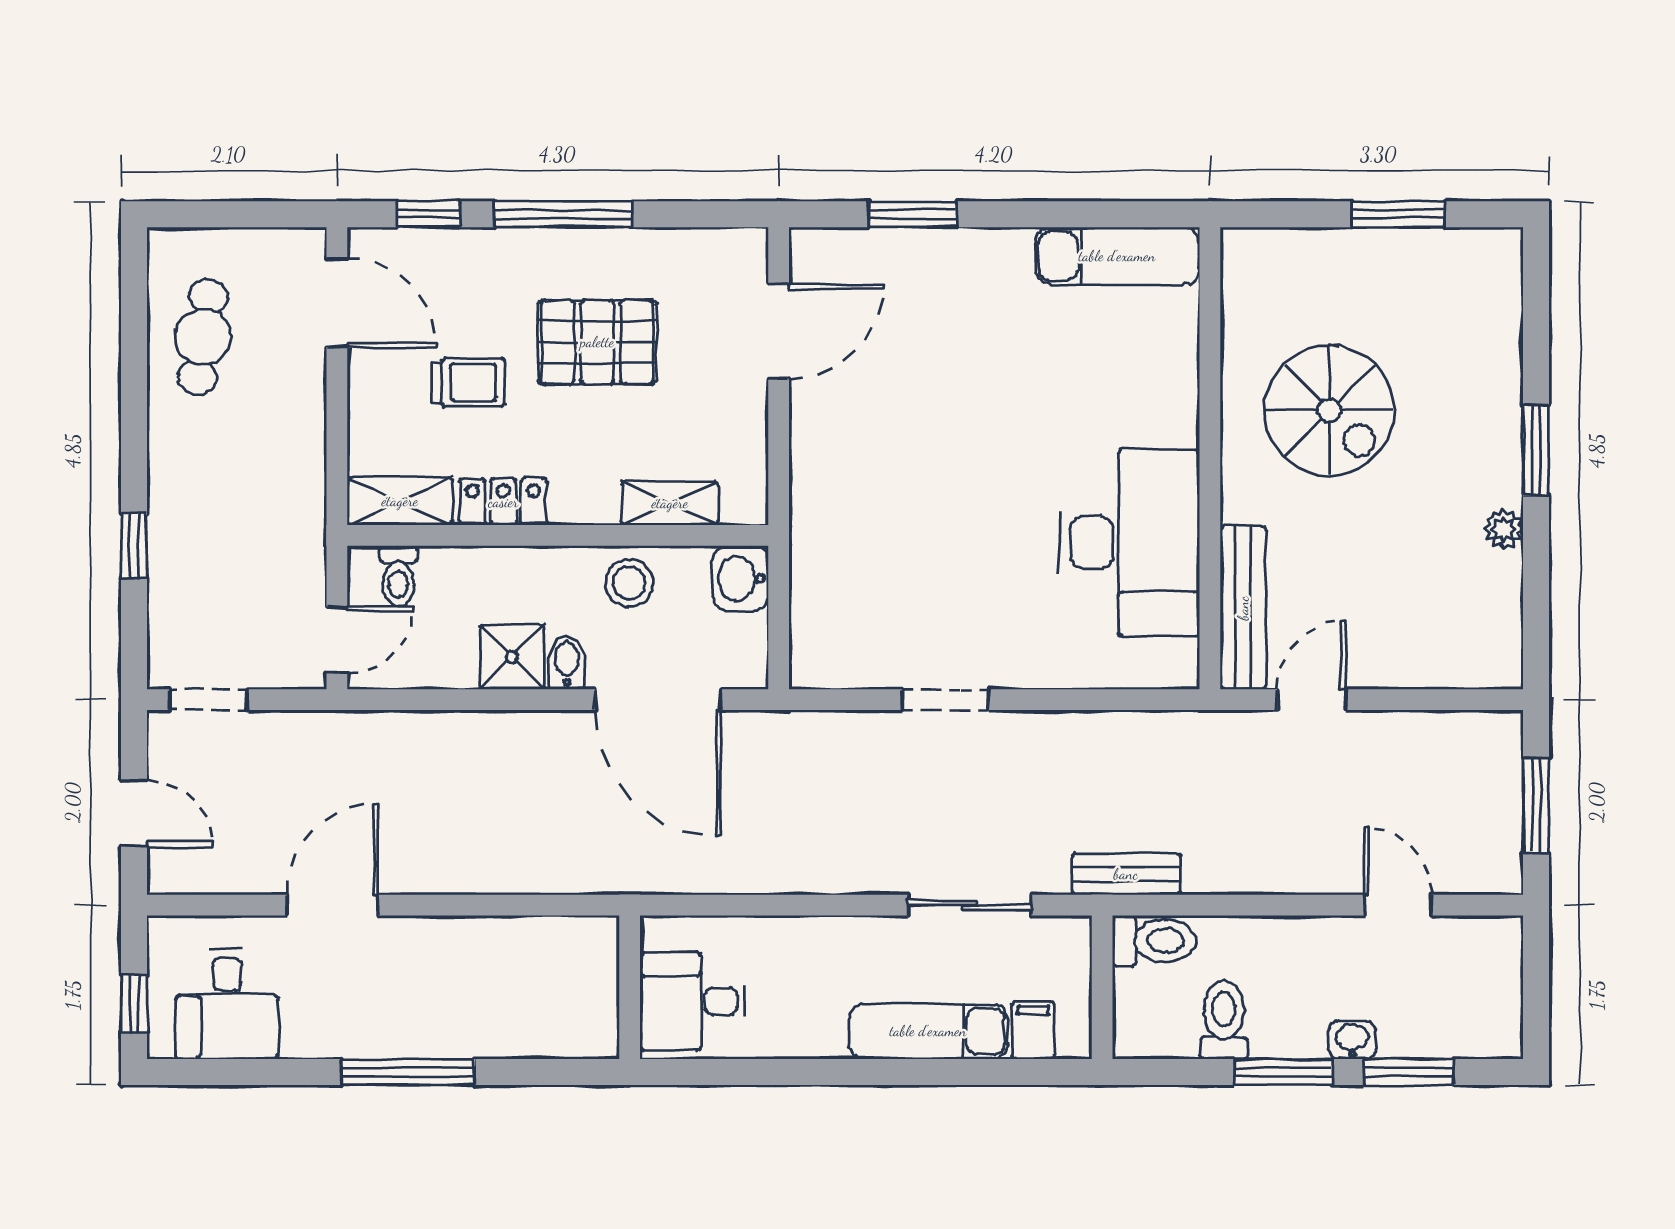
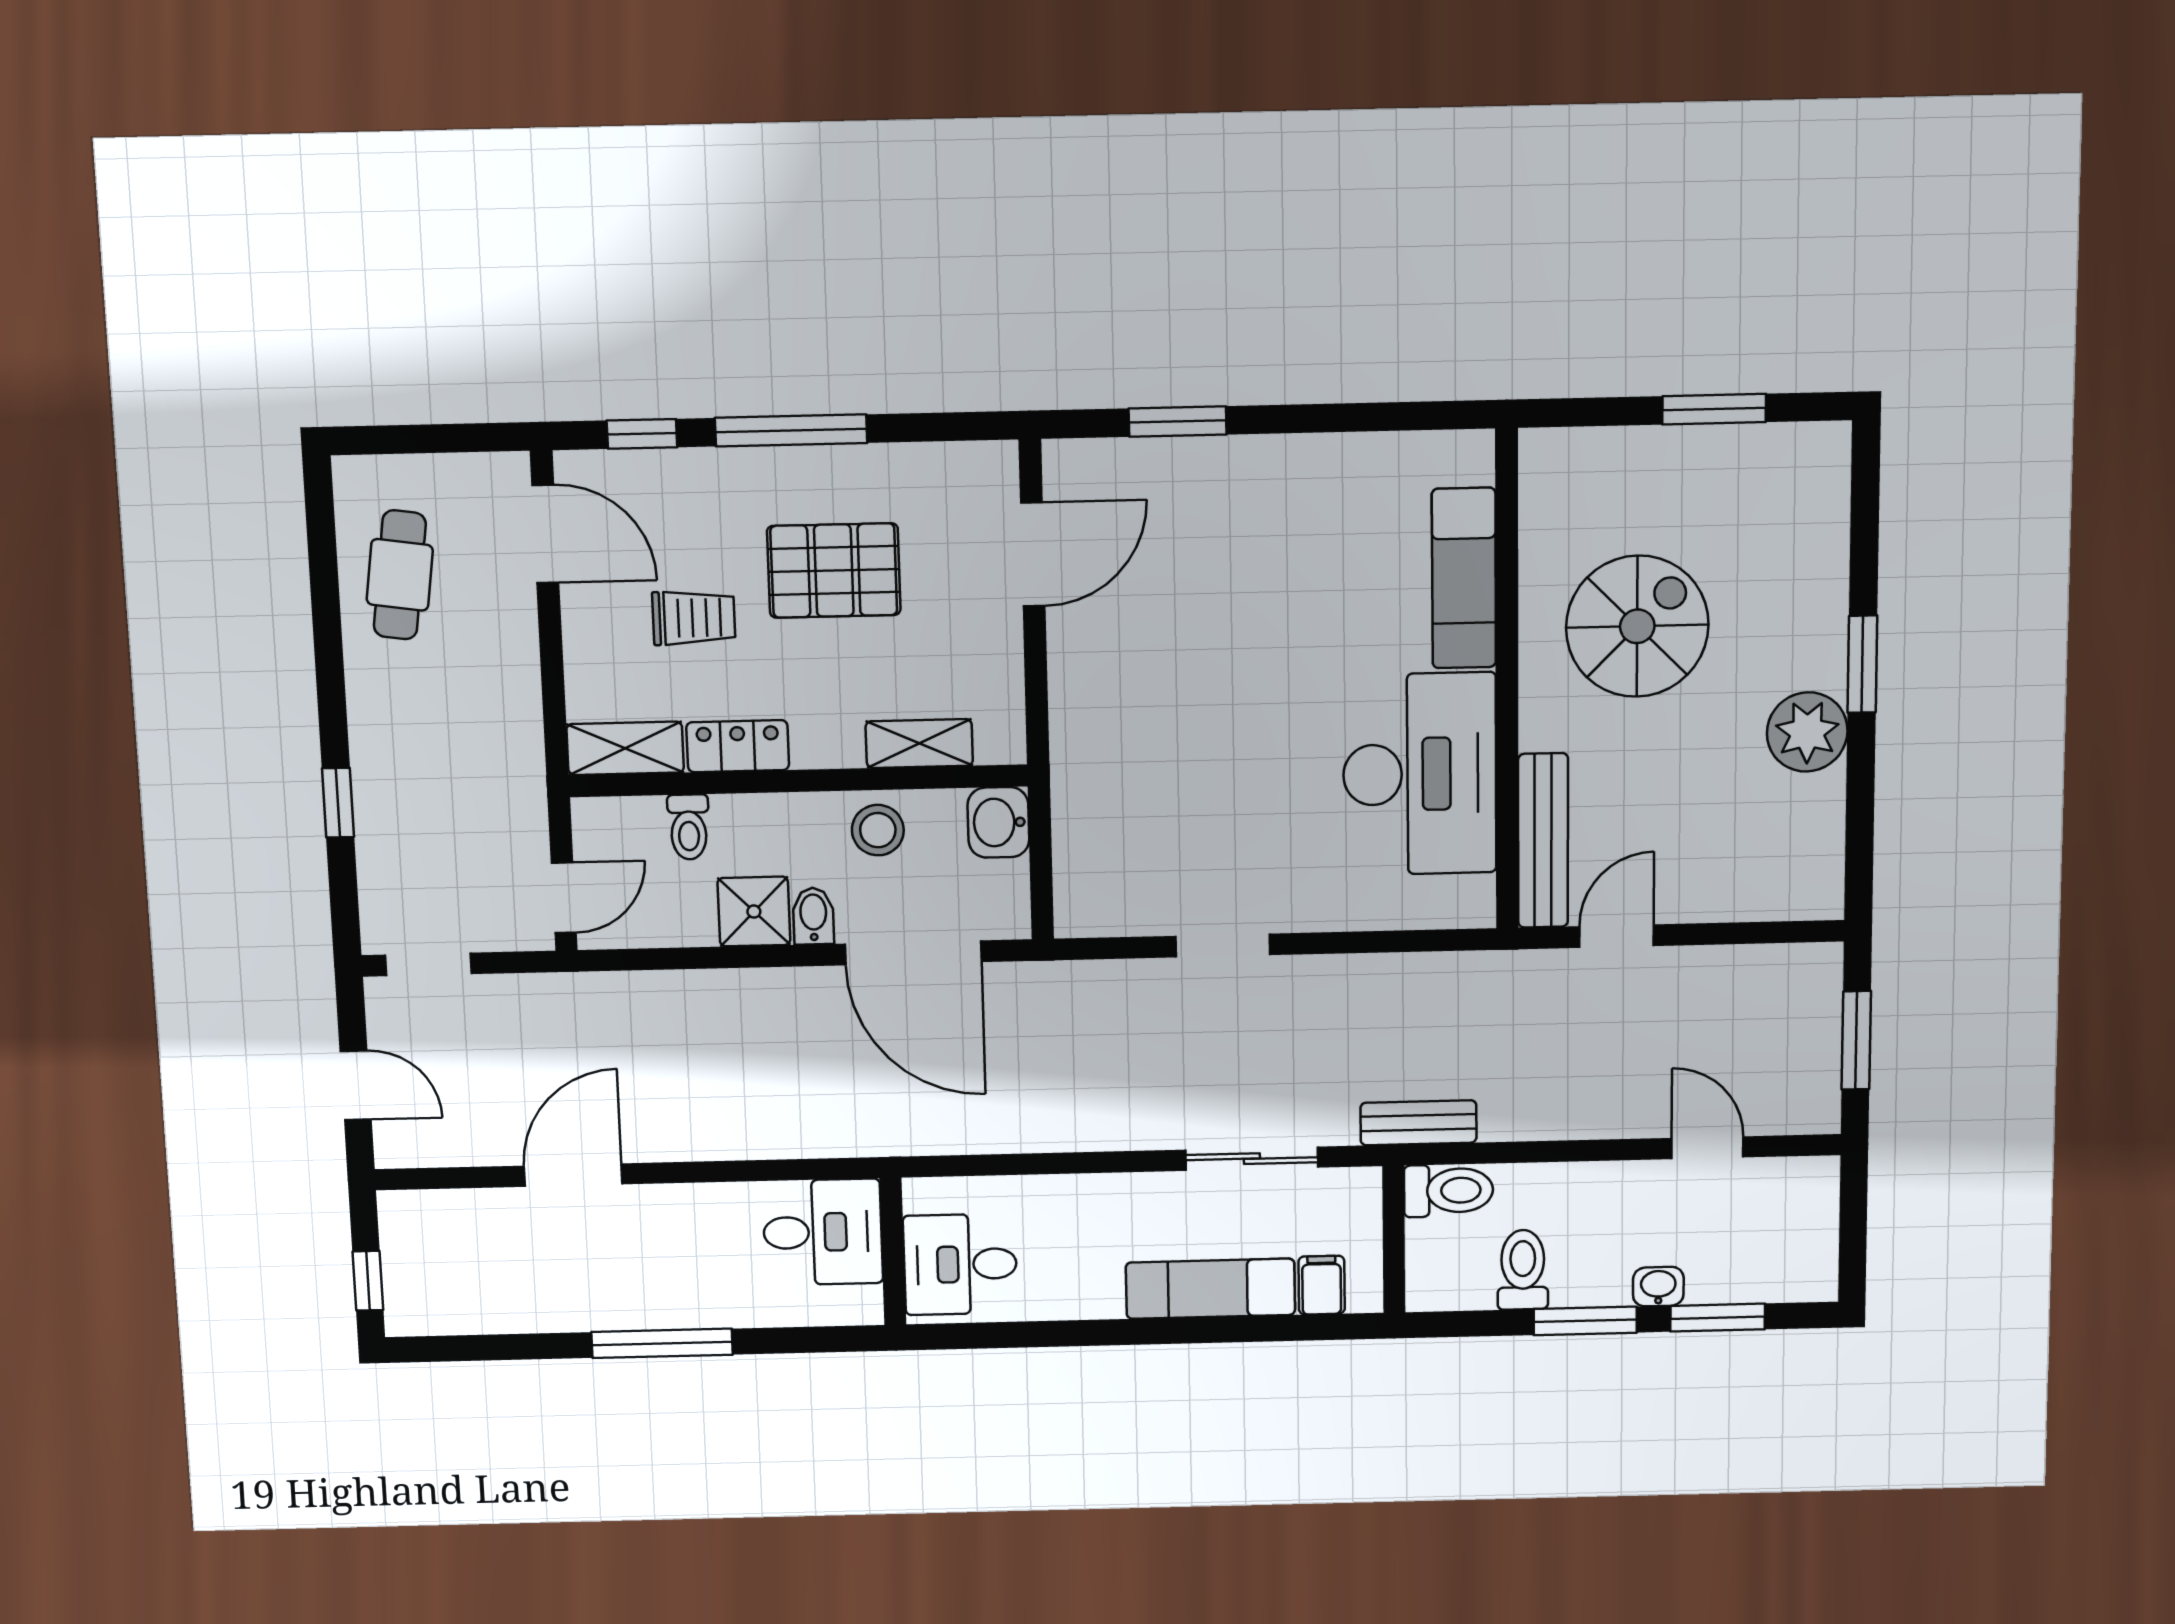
exam couch: (1117, 256) -> (1464, 578), moved, turned 90
spiral stairs: (1329, 410) -> (1637, 626), turned -90
plant: (1504, 529) -> (1807, 732), width x1.88, depth x1.88
toilet: (398, 576) -> (689, 827), moved
desk: (227, 1004) -> (823, 1232), moved, turned -90

